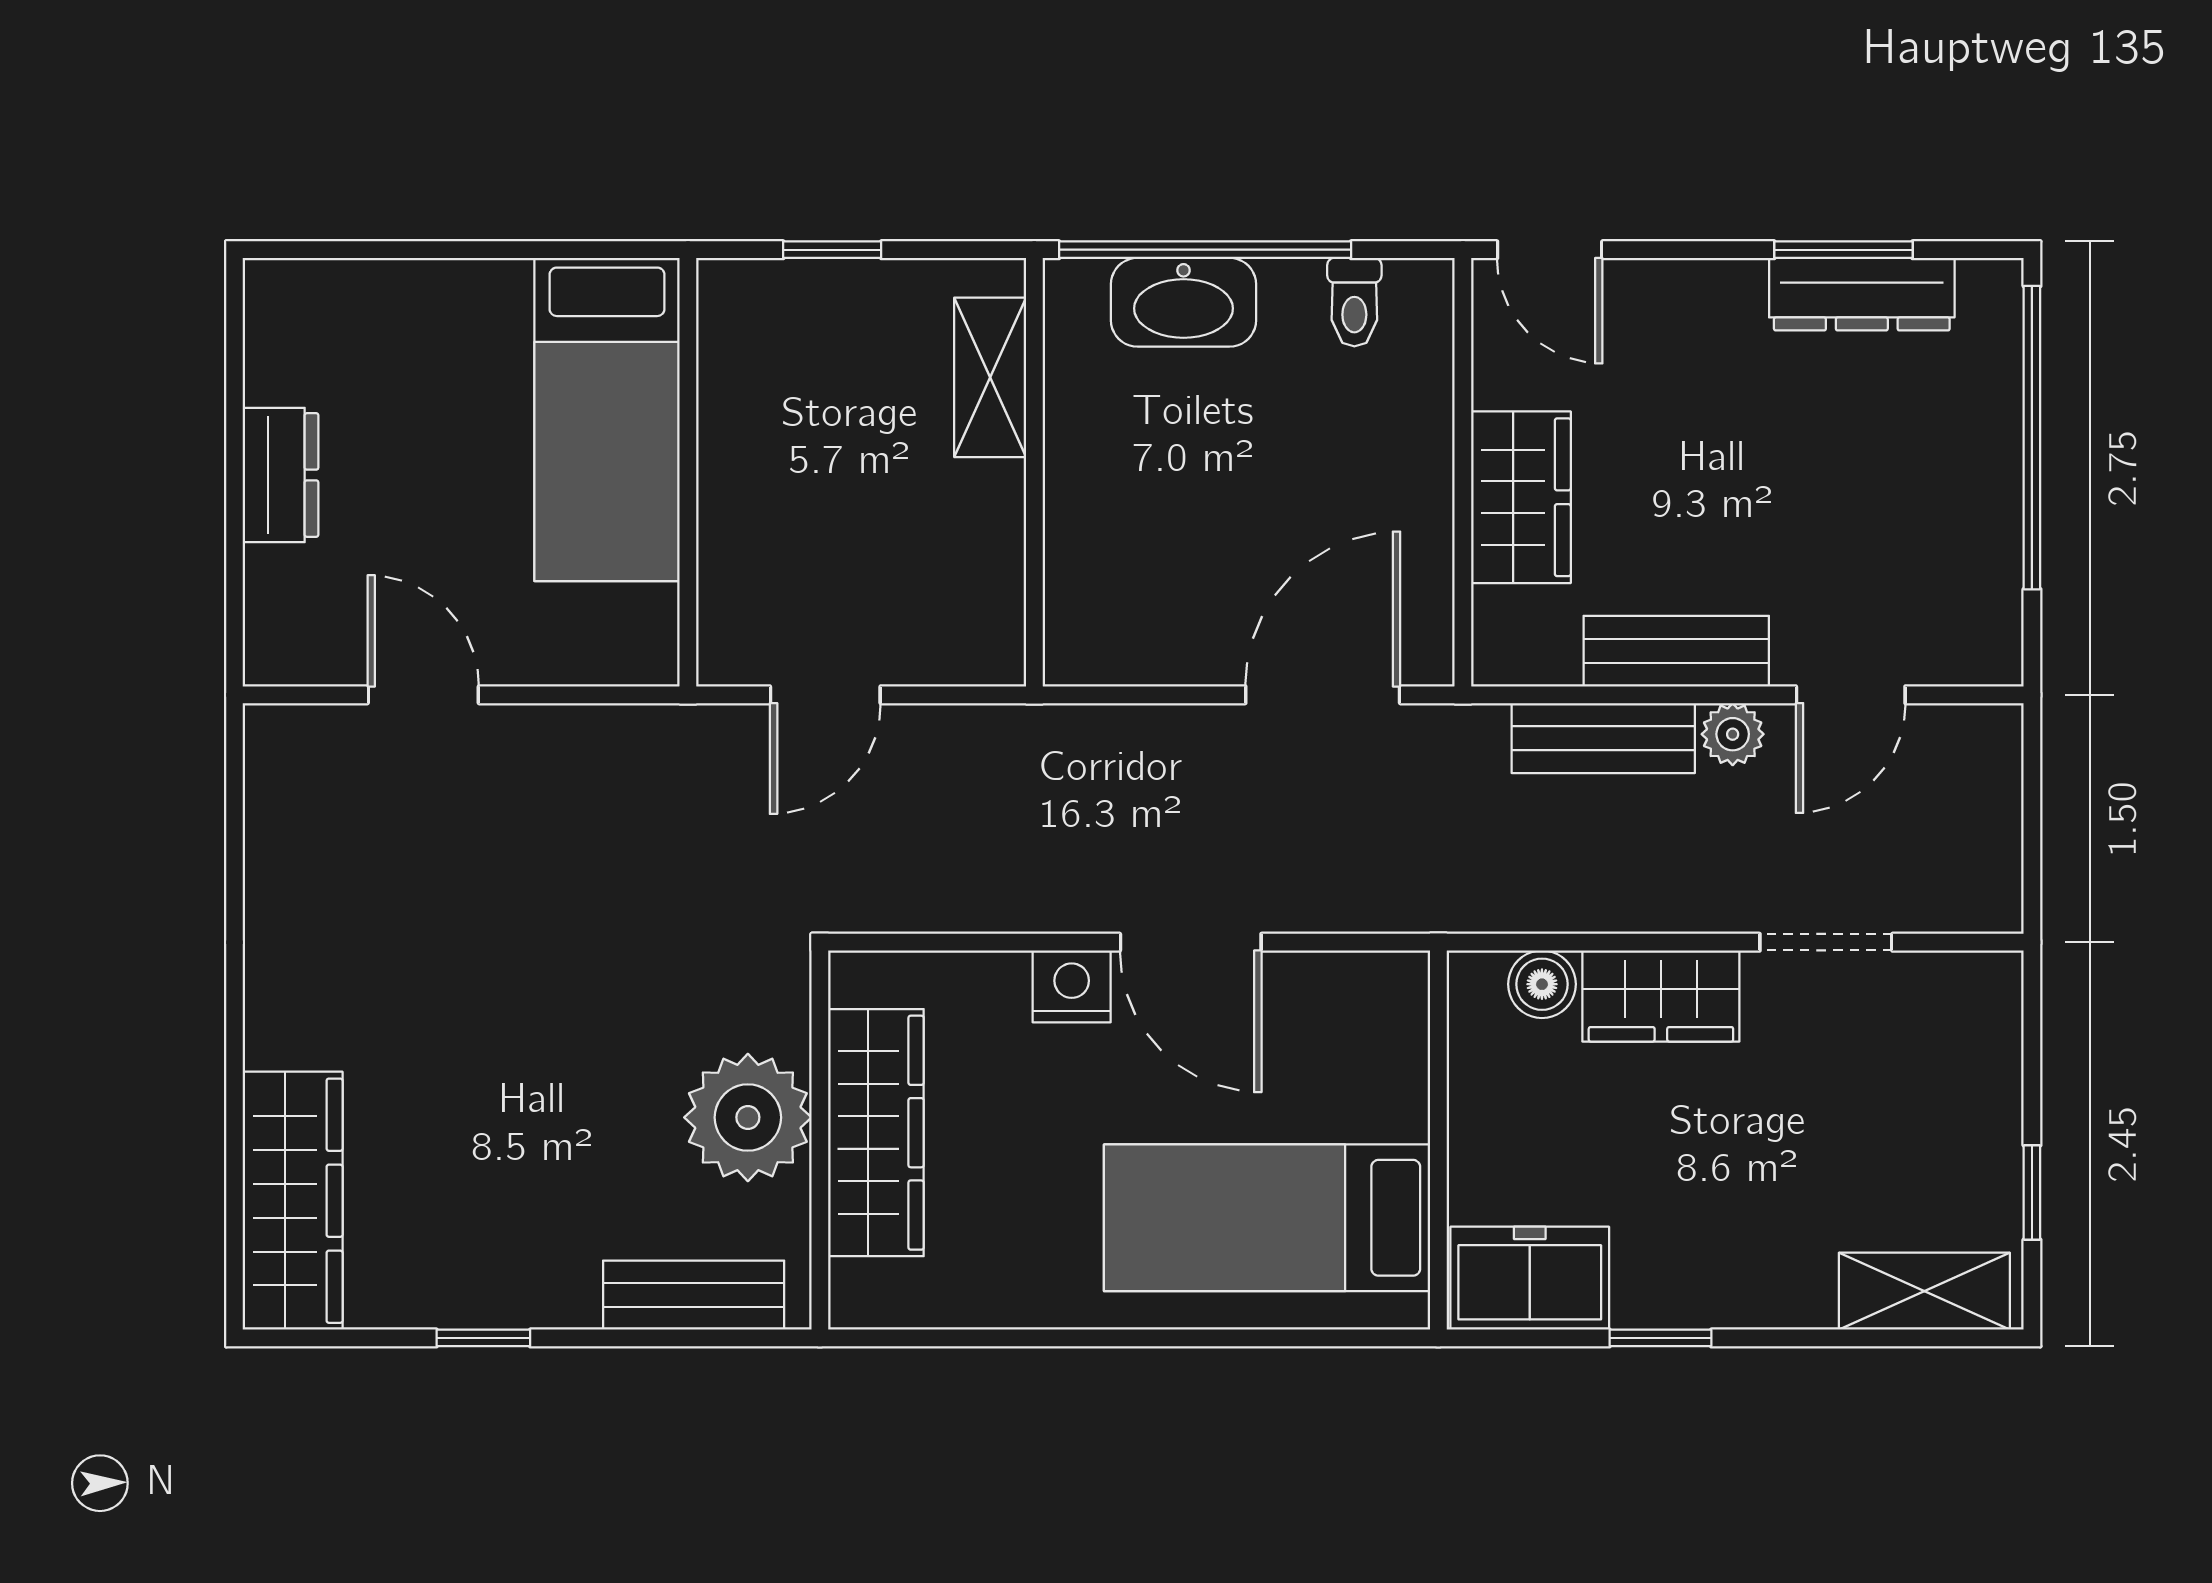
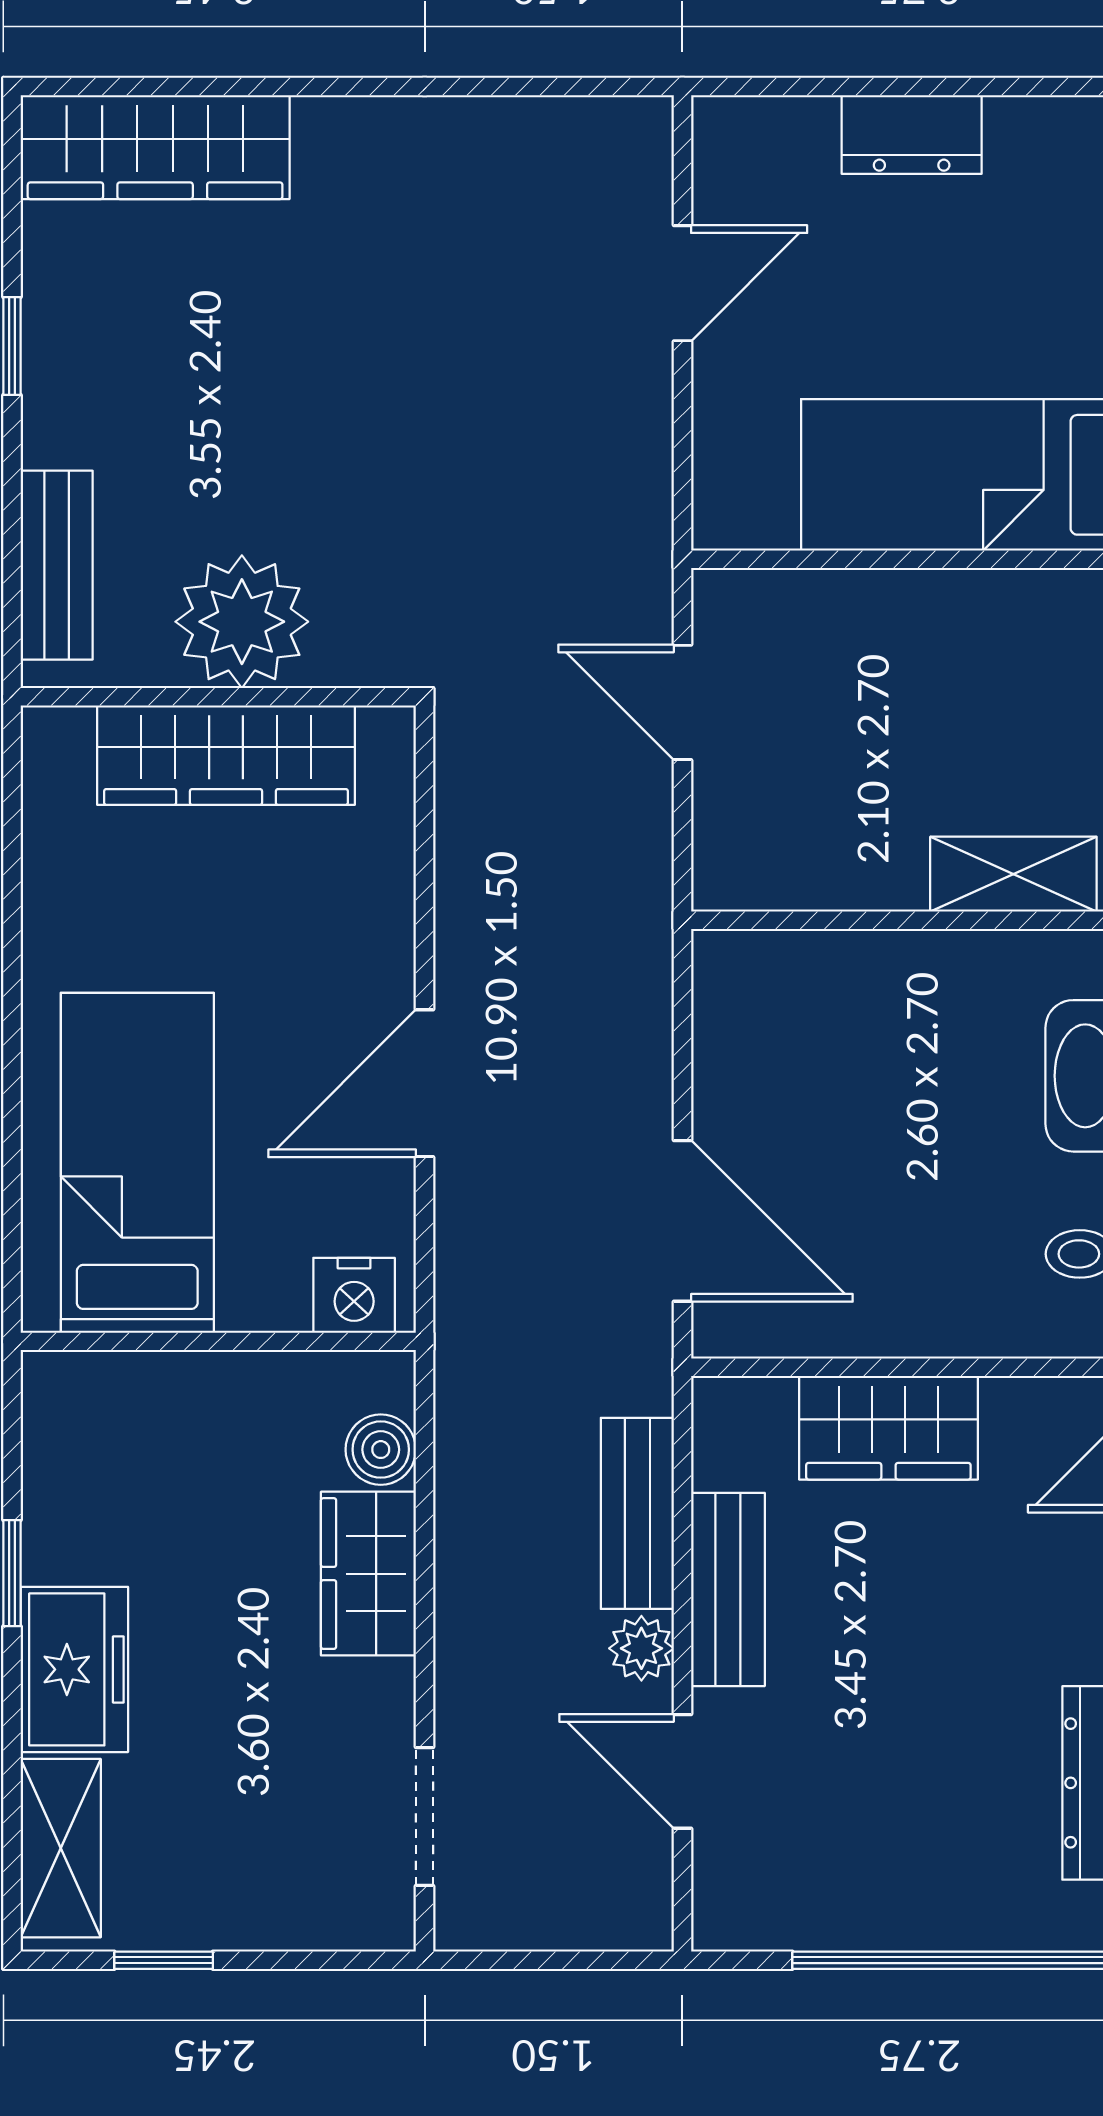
doorway: (1826, 942) -> (425, 1816), moved
nightstand: (1072, 986) -> (354, 1295), moved, turned 90
freezer: (1530, 1278) -> (74, 1669), moved

